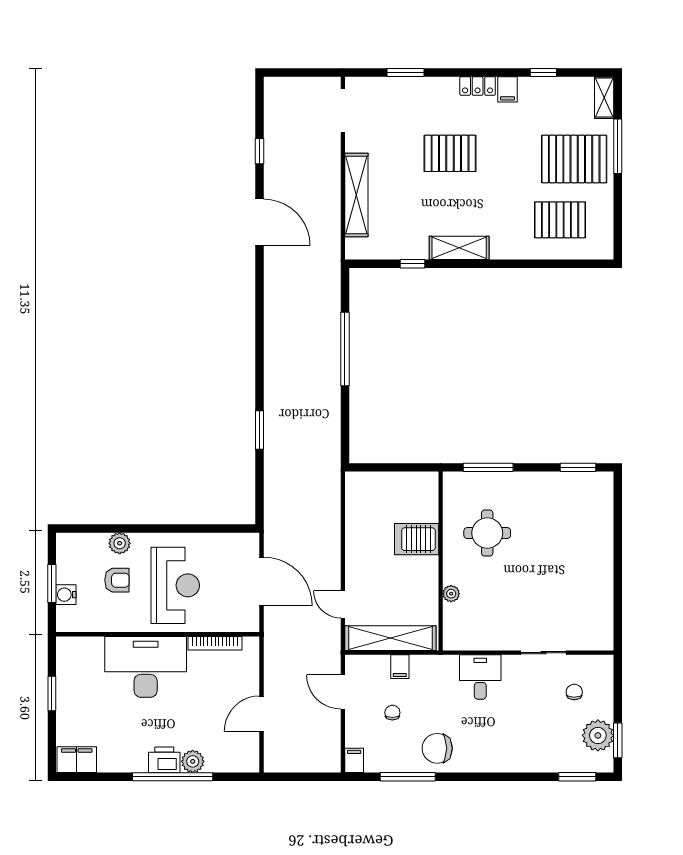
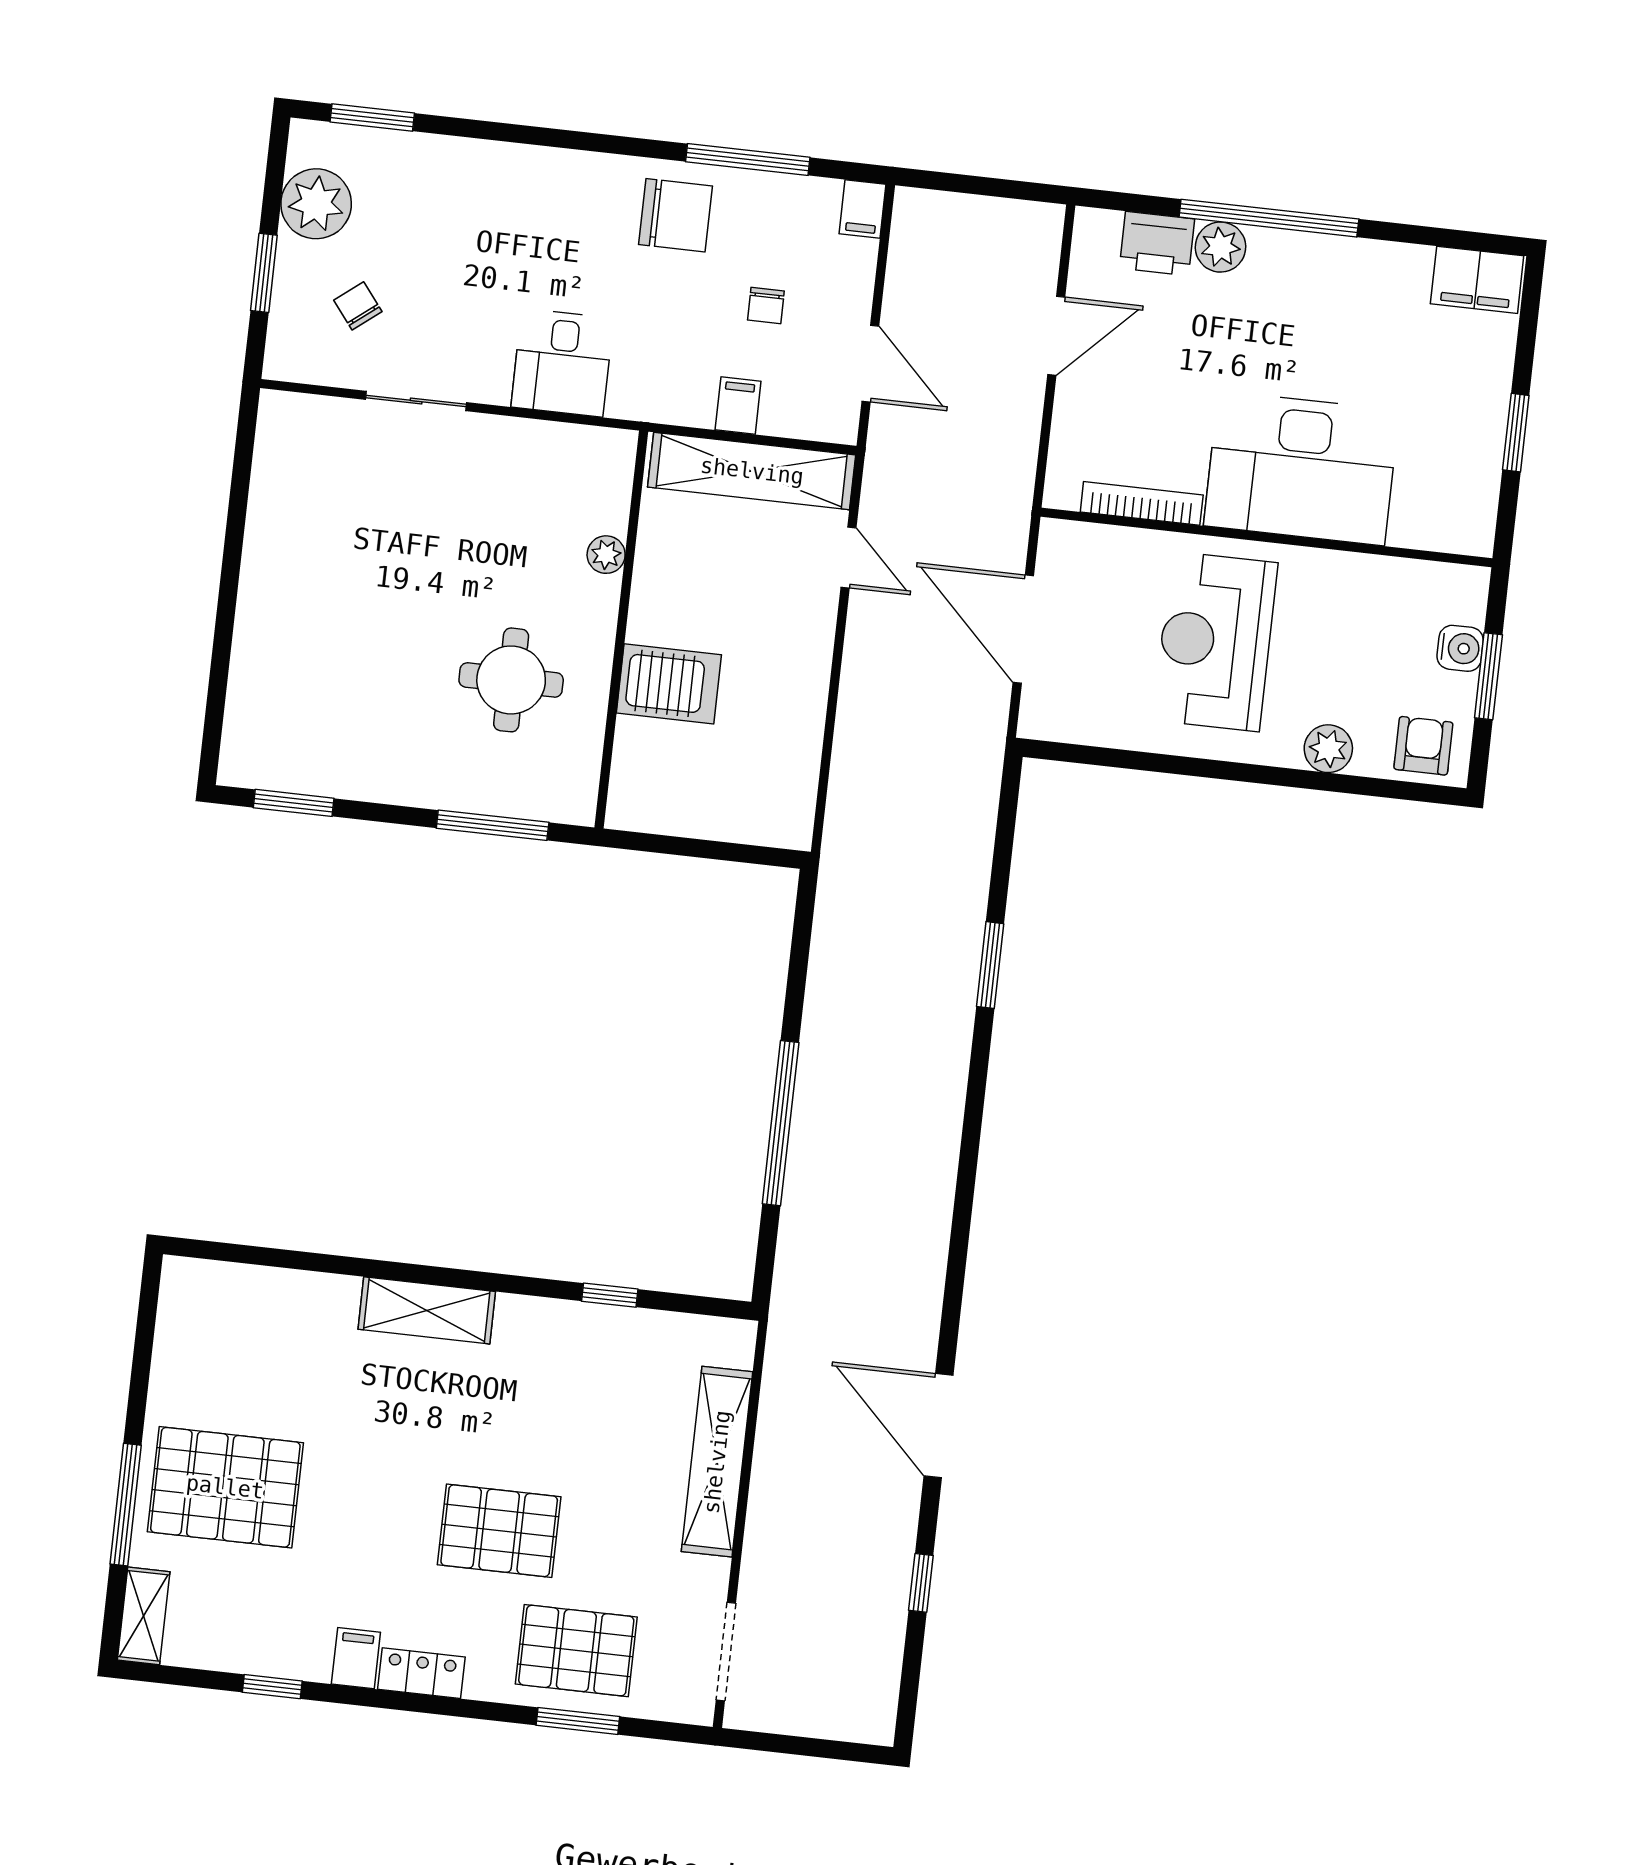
pallet: (560, 220) -> (576, 1651), moved
shelving: (459, 248) -> (427, 1310), moved
armchair: (117, 580) -> (1423, 746), moved, turned 90
chair: (574, 692) -> (358, 306), turned 142
window: (618, 740) -> (264, 273), moved
printer: (164, 760) -> (1157, 243), moved

